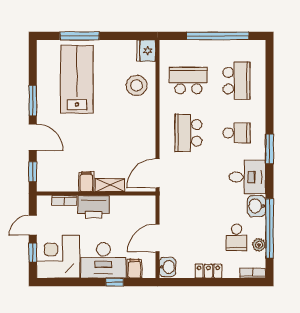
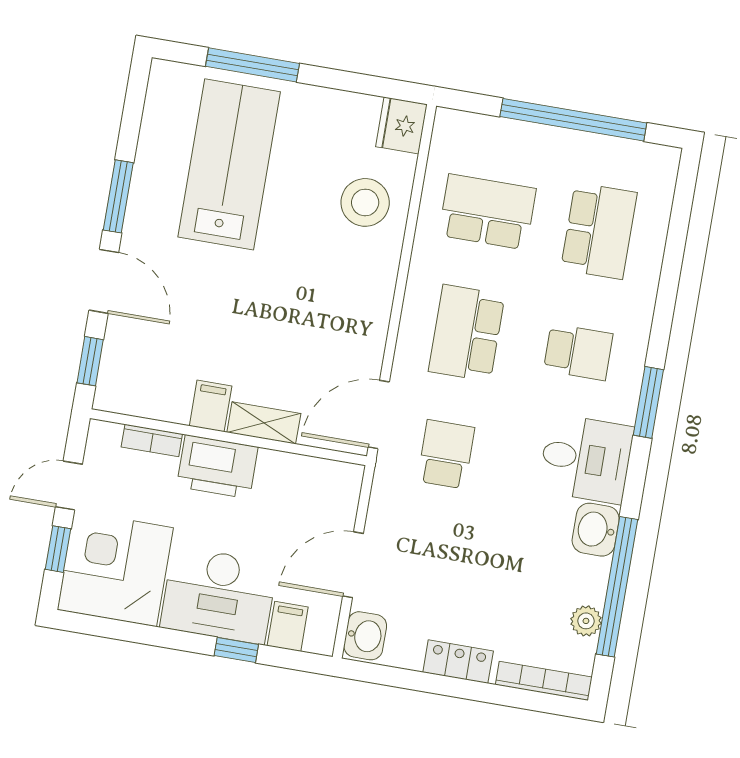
school desk: (237, 237) -> (446, 454), moved, turned 180
bookcase: (253, 273) -> (544, 681), width x1.56

